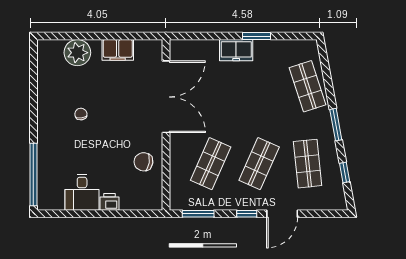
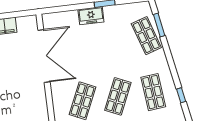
window: (336, 125) -> (159, 25), moved
chair: (143, 162) -> (33, 105), removed

